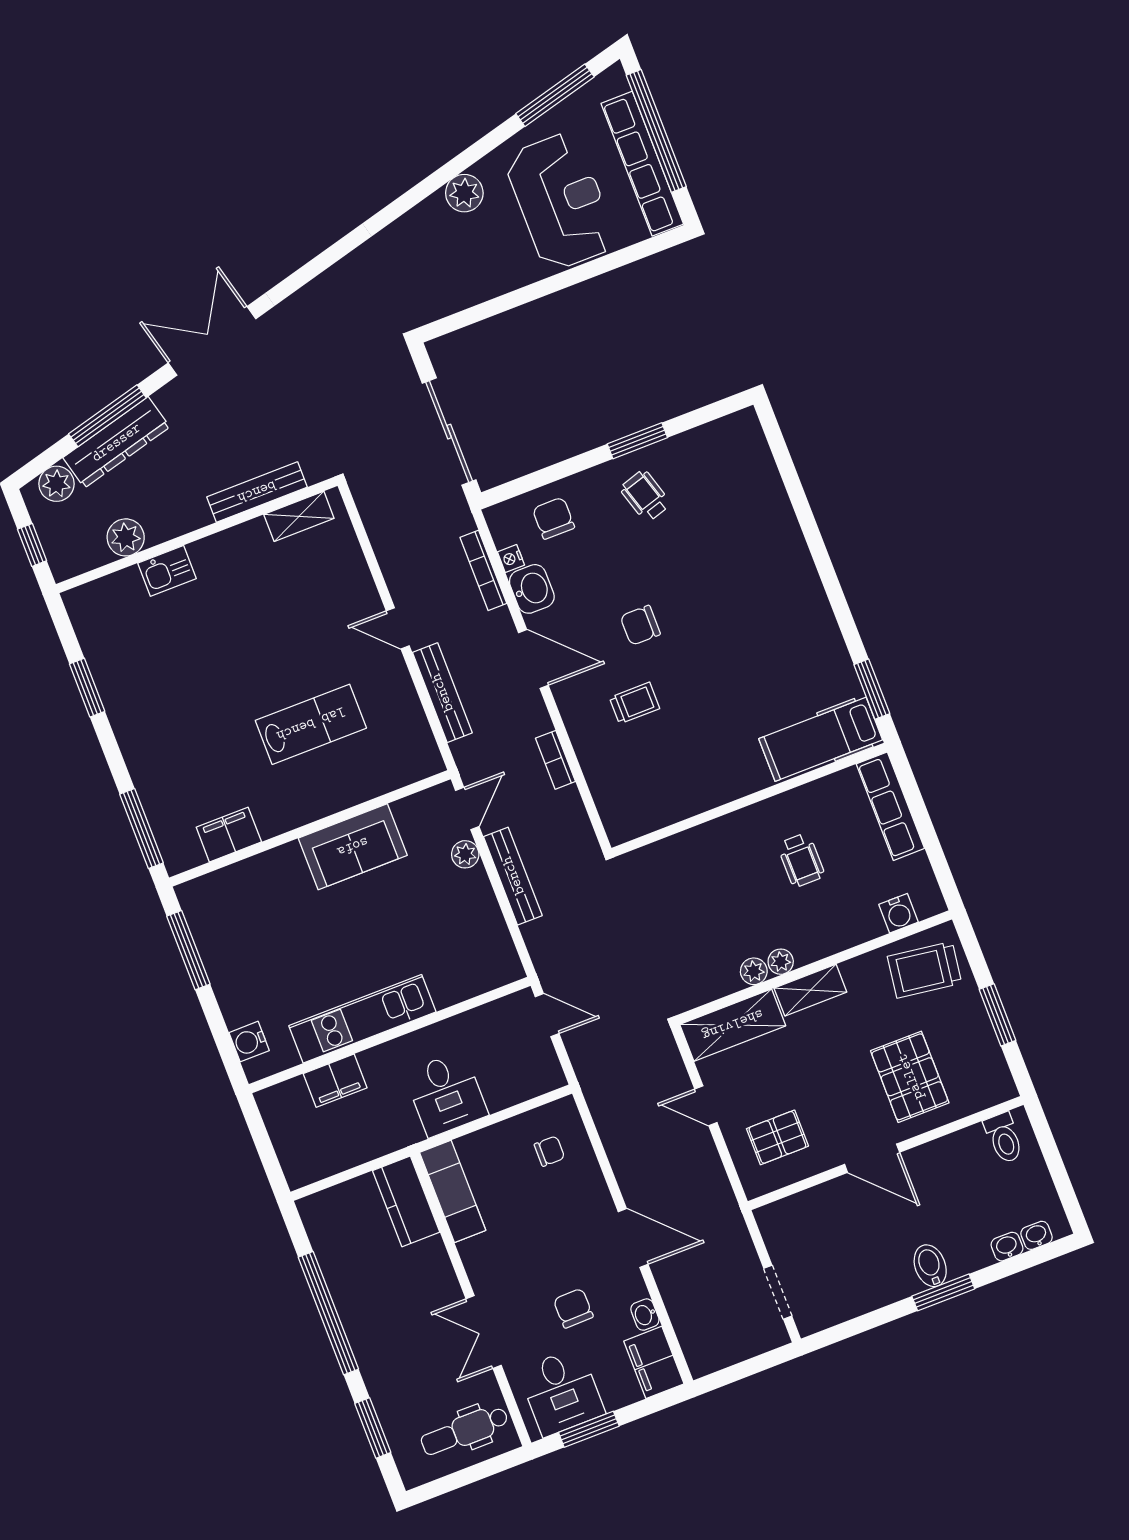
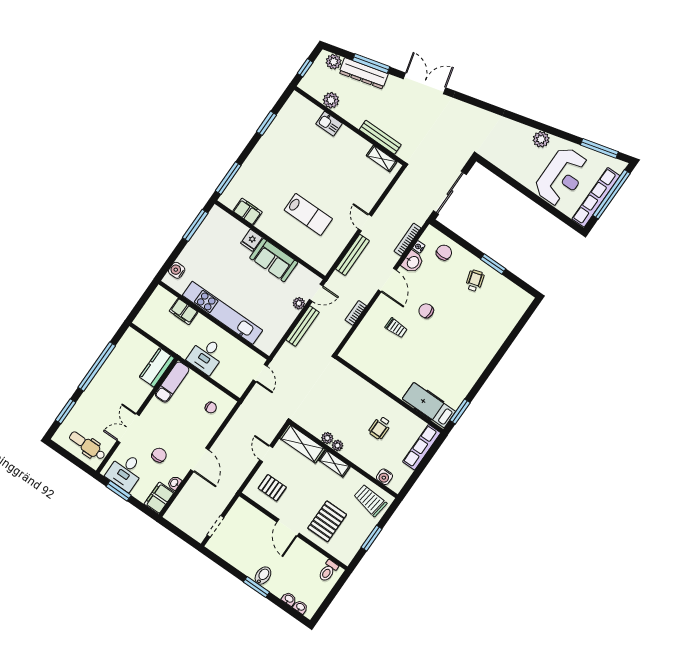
fridge: (287, 863) -> (251, 240), added
kitchen unit: (362, 1019) -> (222, 313), width x1.36

